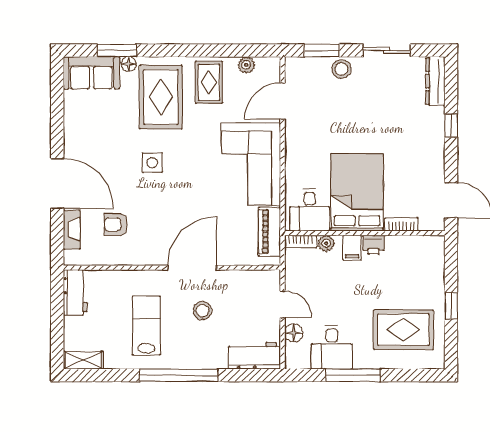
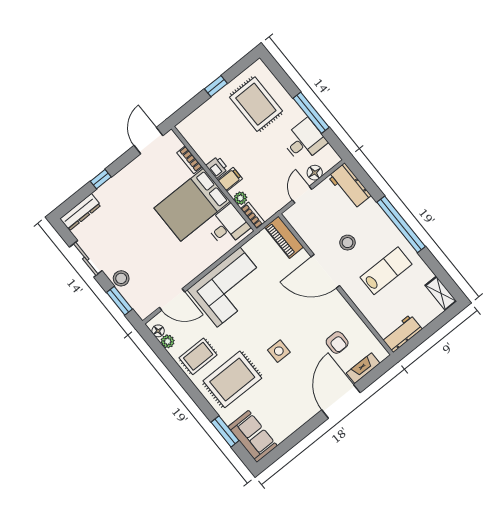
floor lamp: (129, 64) -> (158, 331), moved
piano: (270, 232) -> (284, 237), moved, turned 90
lab bench: (146, 326) -> (386, 271), turned 180

